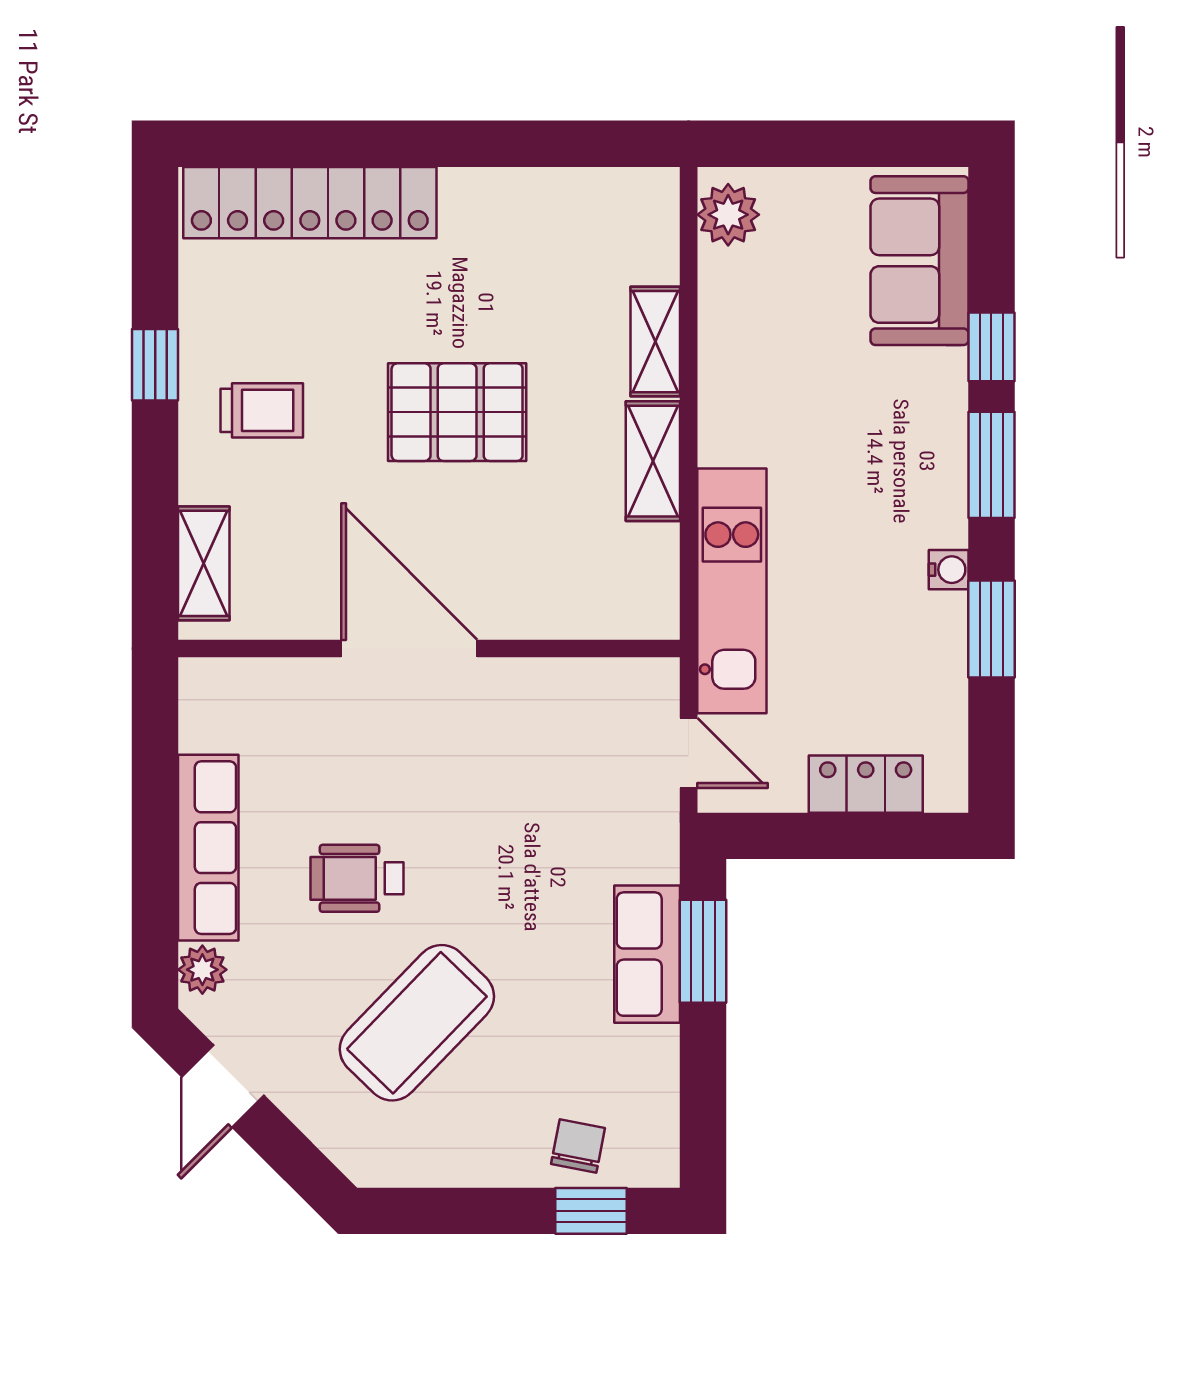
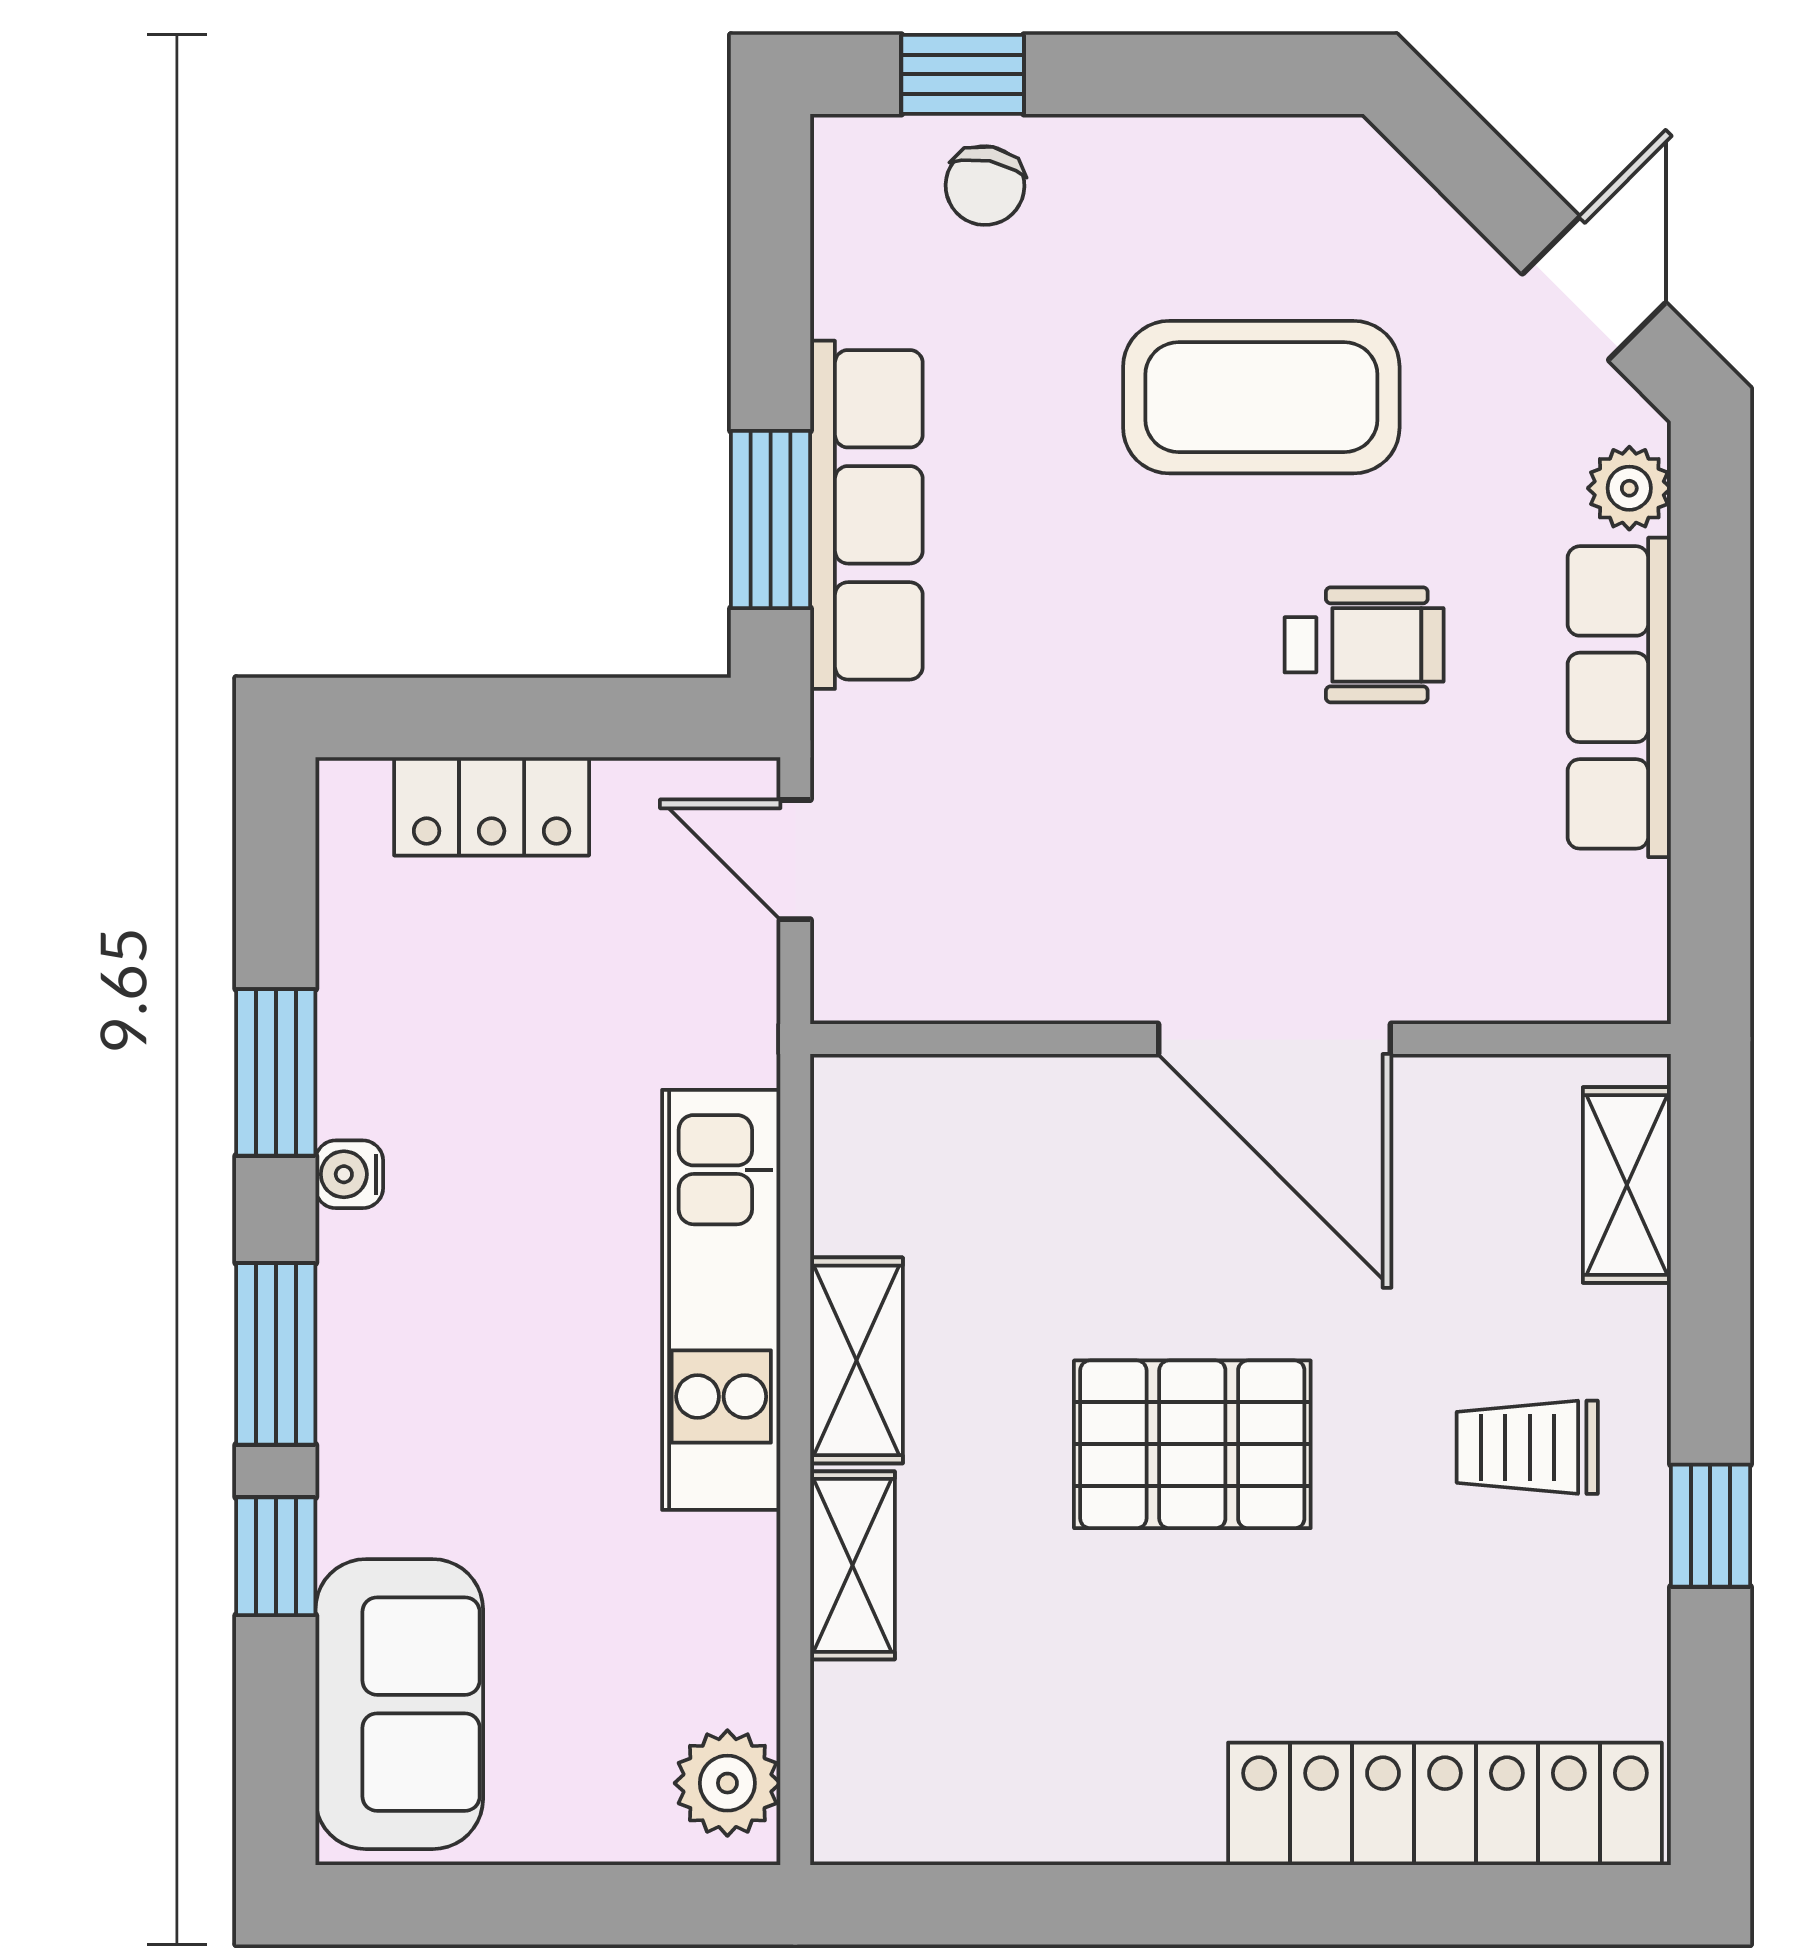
kitchen unit: (732, 591) -> (721, 1300), moved
row of seats: (647, 954) -> (866, 515), width x1.48
coffee table: (417, 1023) -> (1261, 397), turned 46

